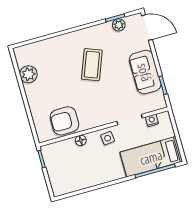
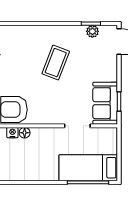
sofa: (145, 72) -> (105, 103), moved
nightstand: (152, 120) -> (12, 133), moved
side table: (108, 138) -> (51, 138), removed

